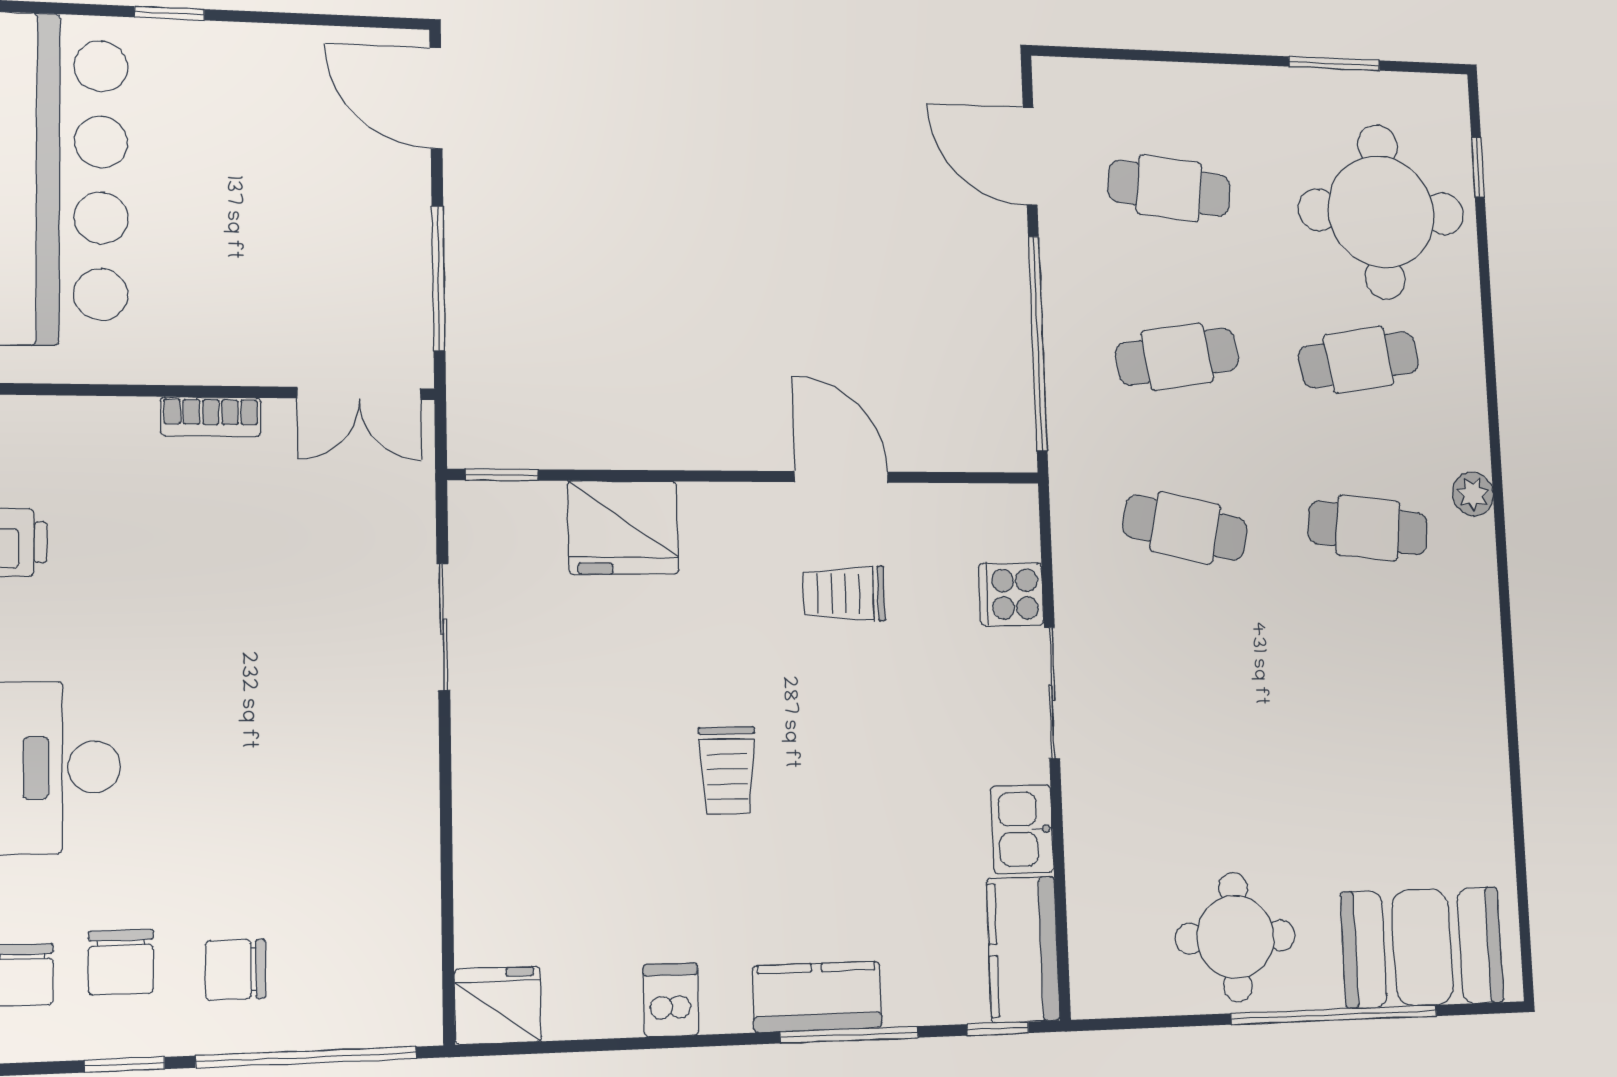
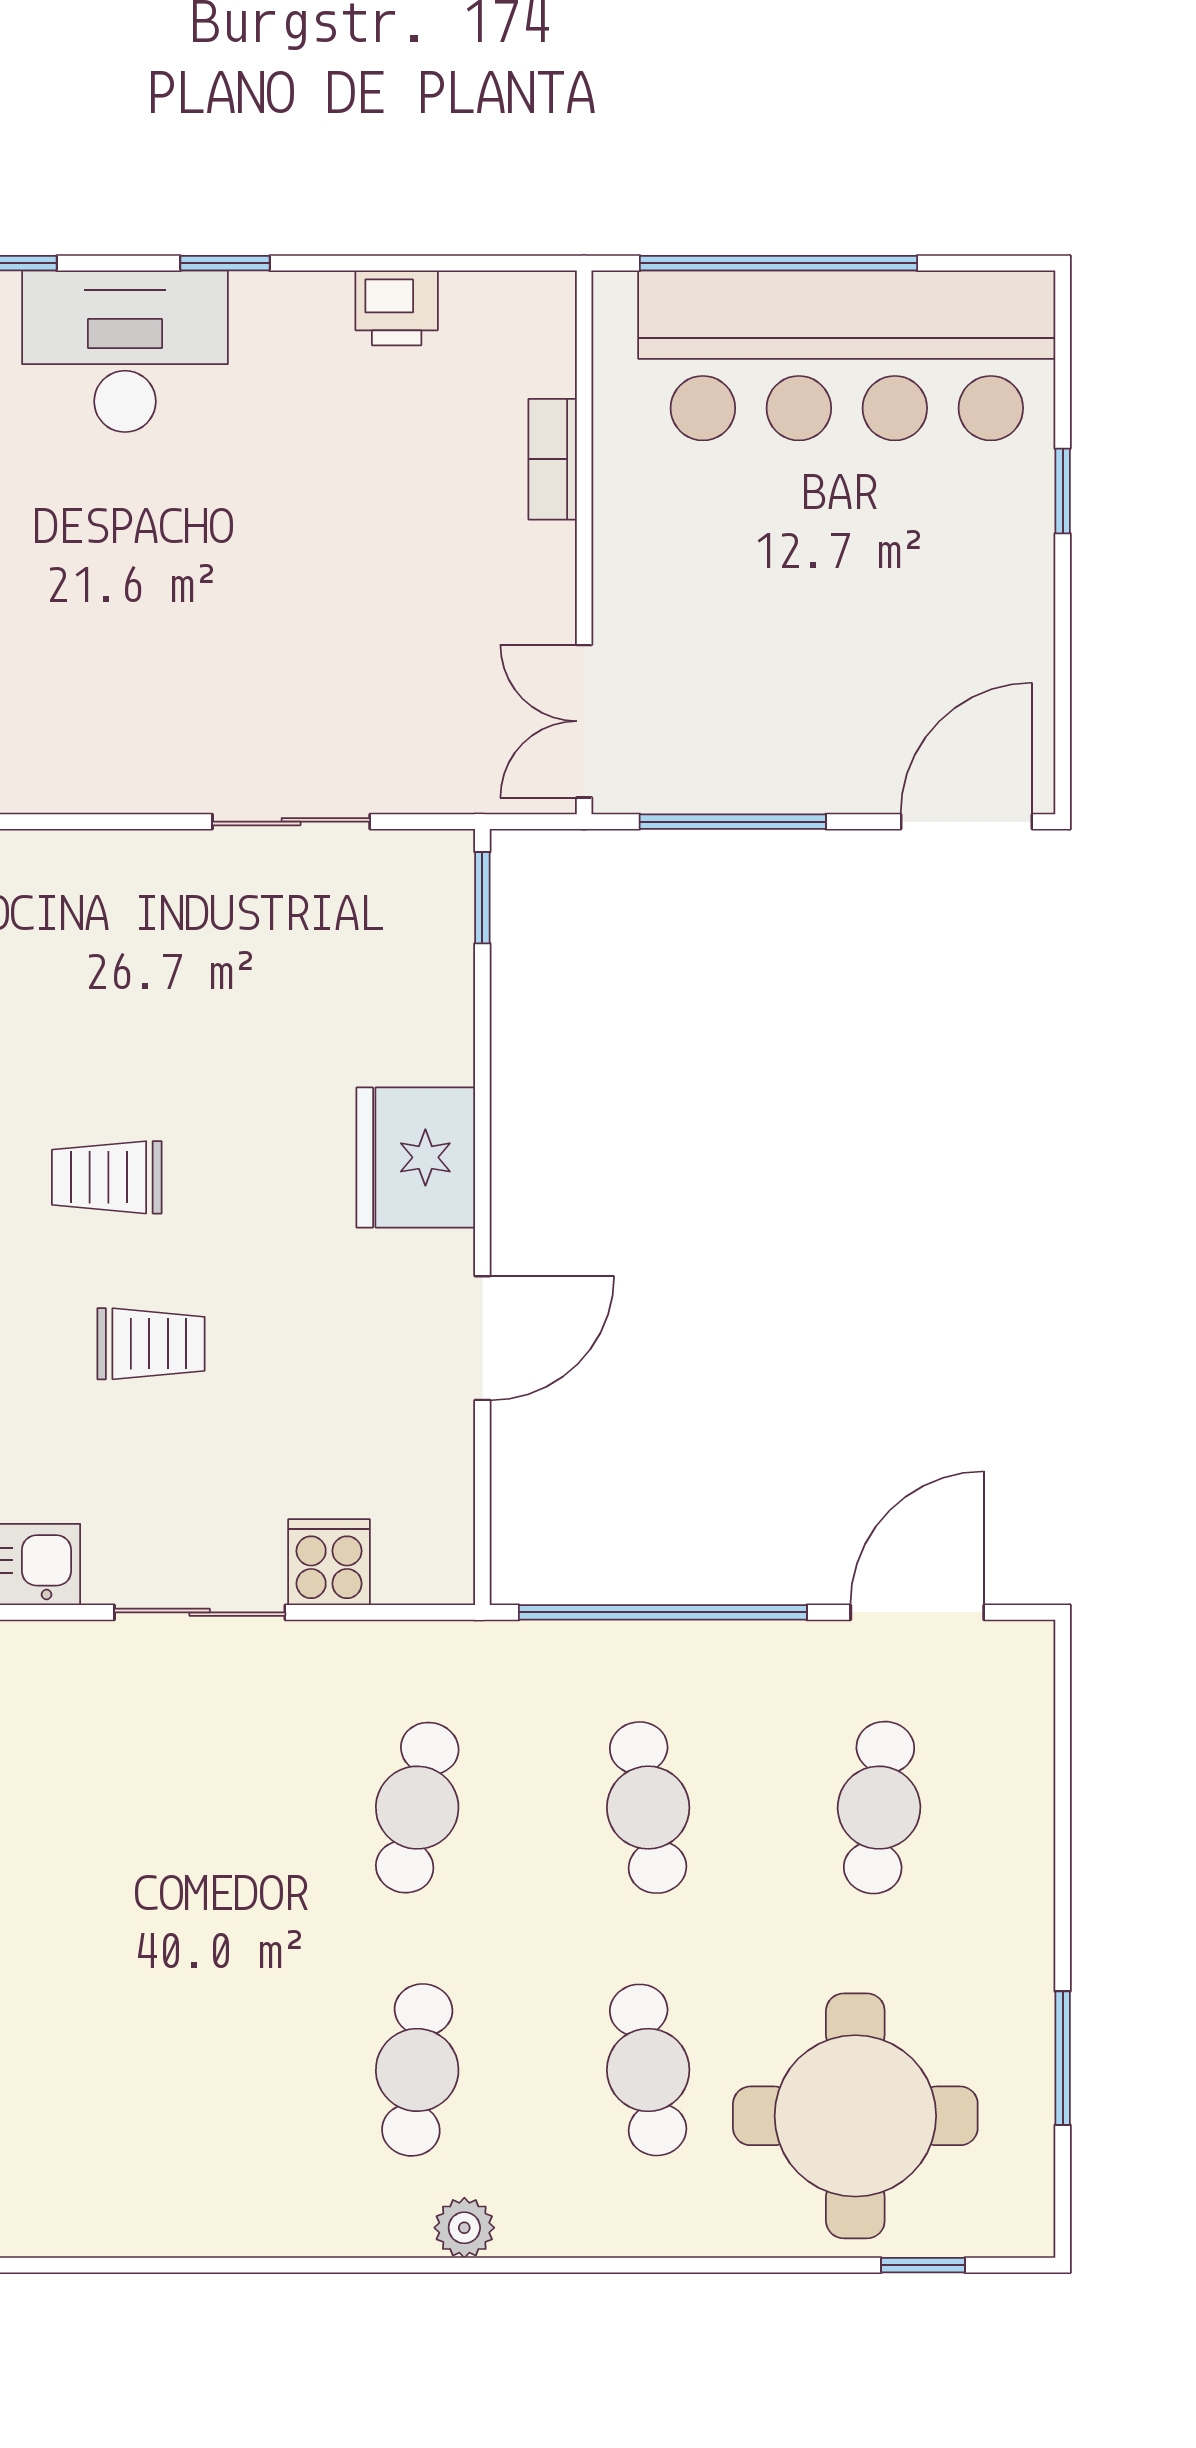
bookcase: (211, 417) -> (553, 459), moved
fridge: (623, 528) -> (416, 1157), moved
trolley: (844, 593) -> (151, 1344), moved, turned 90

